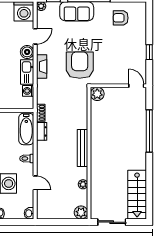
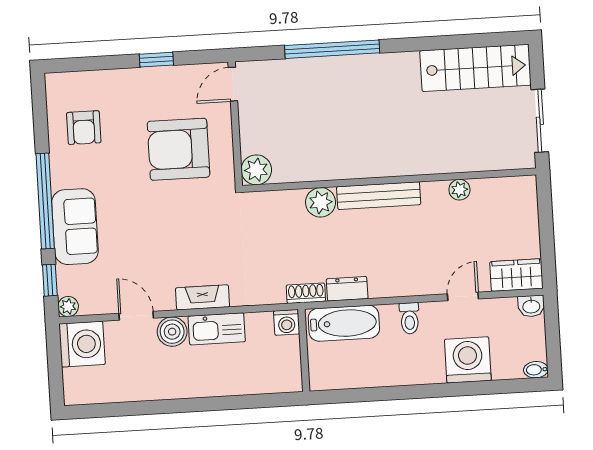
armchair: (80, 65) -> (178, 149), moved
washing machine: (28, 91) -> (287, 322), moved
wardrobe: (43, 208) -> (516, 275), added
plant: (81, 212) -> (321, 202), moved

